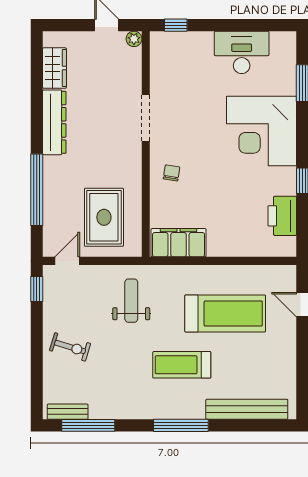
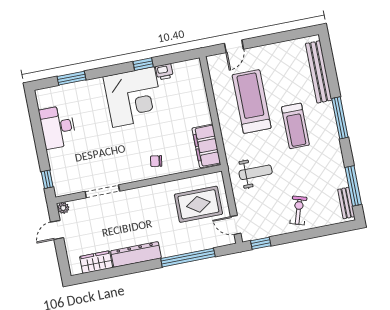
doorway: (146, 118) -> (102, 191), moved
corner desk: (261, 131) -> (134, 97), moved
printer: (282, 216) -> (164, 72), width x0.53, depth x0.68
weight bench: (131, 301) -> (256, 172), turned 180

